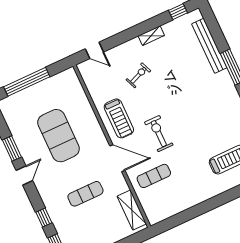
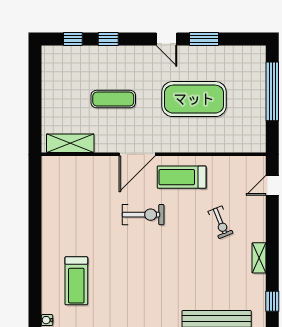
exercise mat: (154, 176) -> (97, 187), removed
exercise mat: (85, 194) -> (113, 99), turned 90

